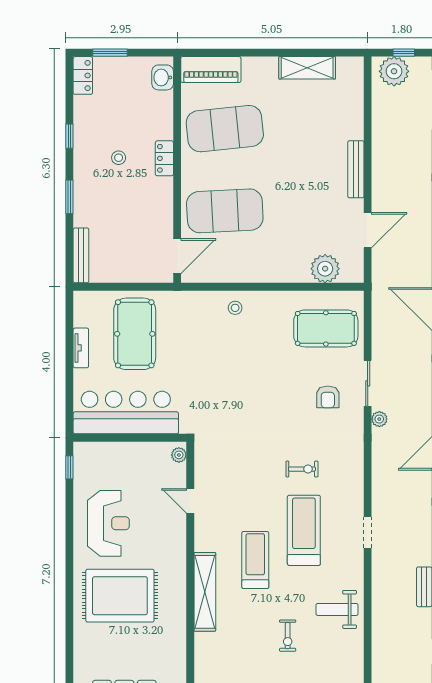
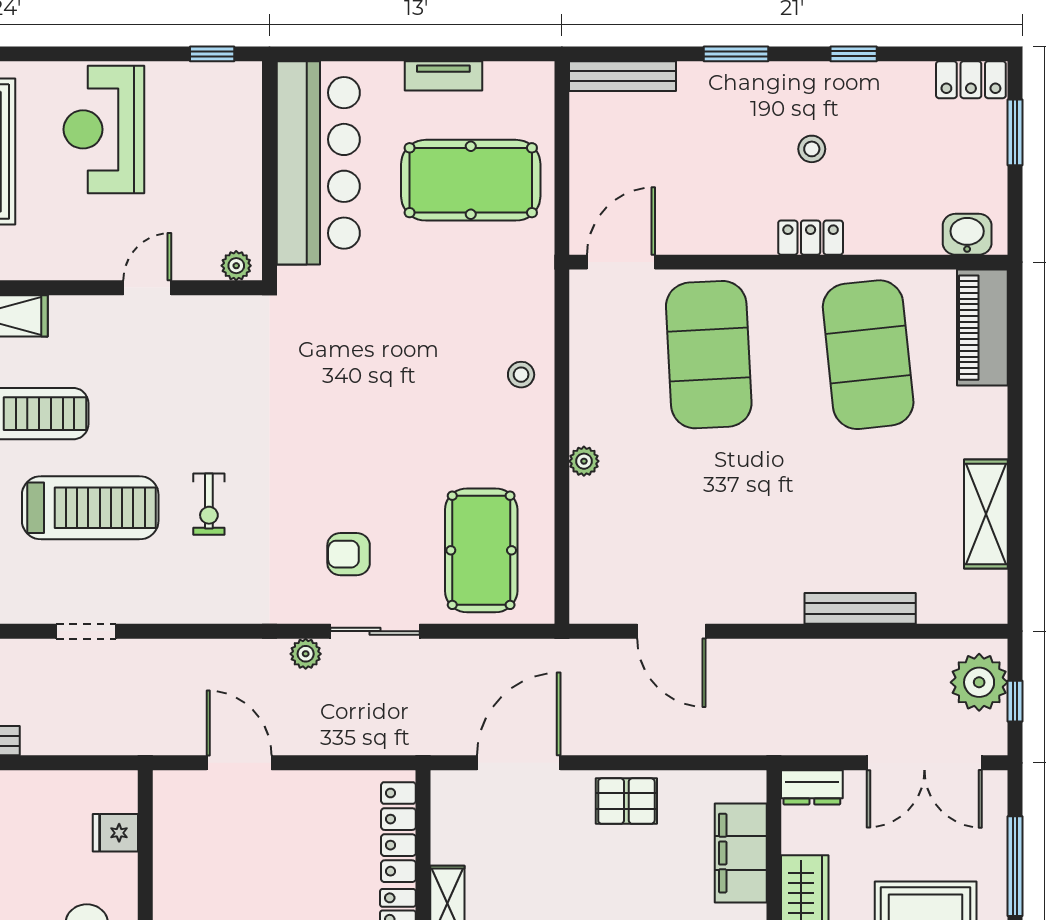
bench: (356, 169) -> (860, 608), moved
door: (177, 256) -> (621, 262), swing flipped
plant: (325, 269) -> (584, 461), moved, width x0.53, depth x0.53
reception desk: (108, 523) -> (104, 129), turned 90

